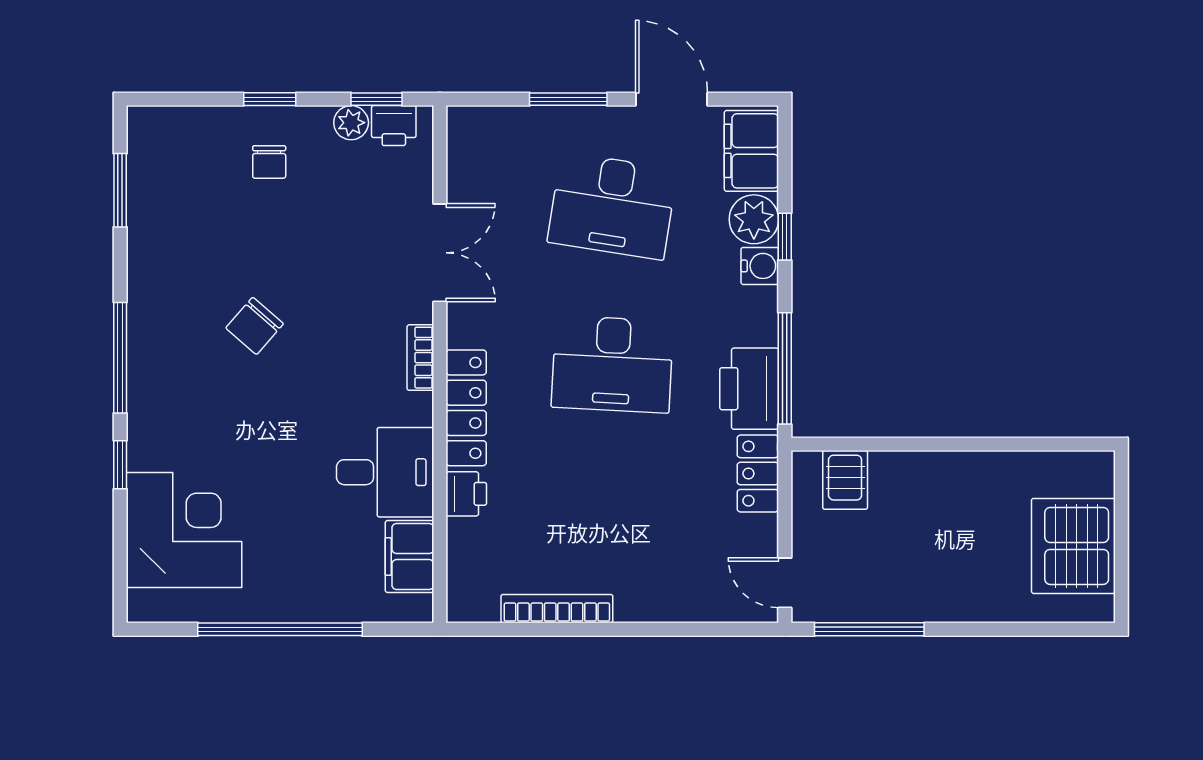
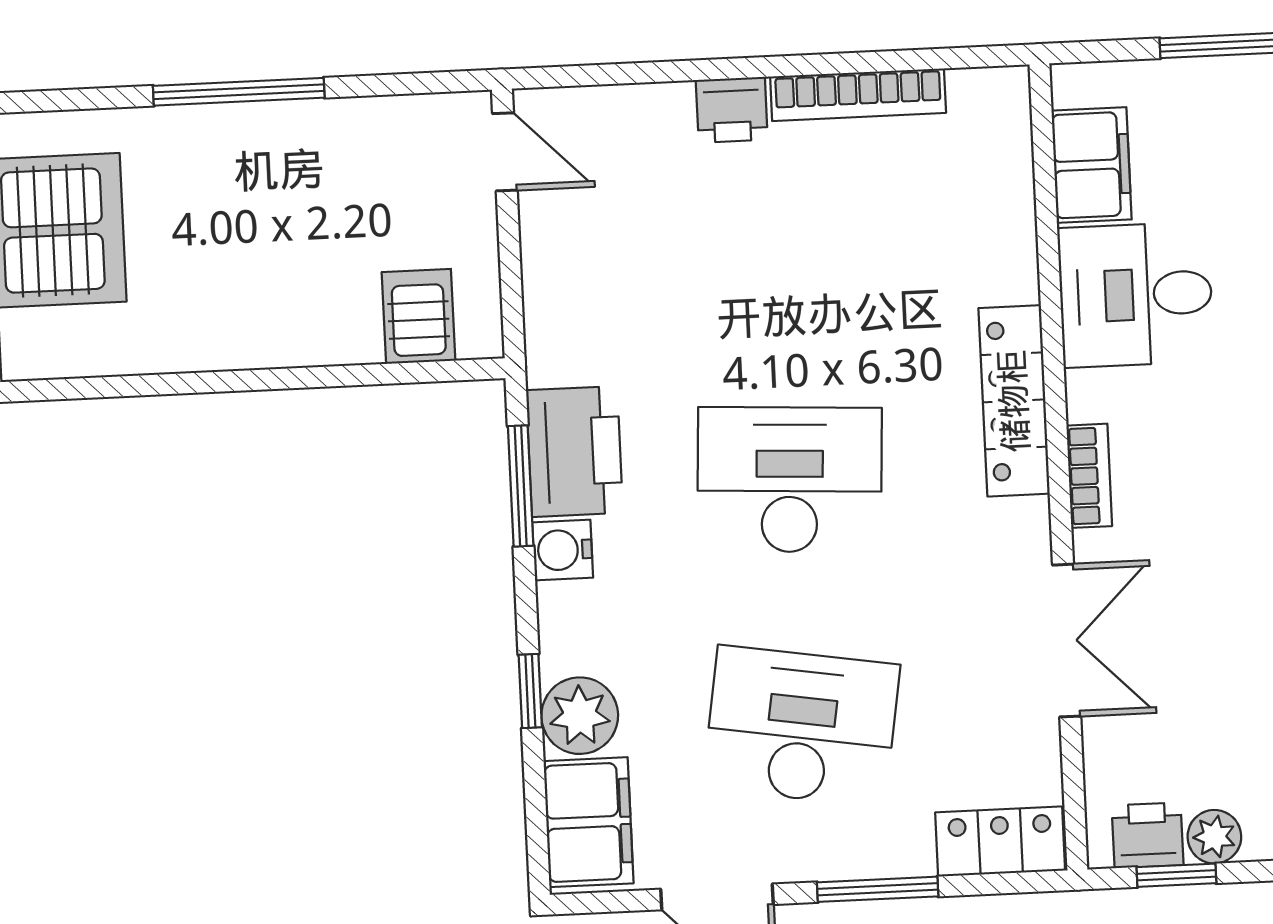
double door: (440, 253) -> (1067, 641), swing flipped
water cooler: (760, 266) -> (563, 550), moved
window: (785, 368) -> (521, 486), width x0.69
locker: (758, 474) -> (1000, 842), moved, turned -90
printer: (466, 494) -> (732, 110), moved, turned -90
window: (869, 629) -> (239, 92), moved

